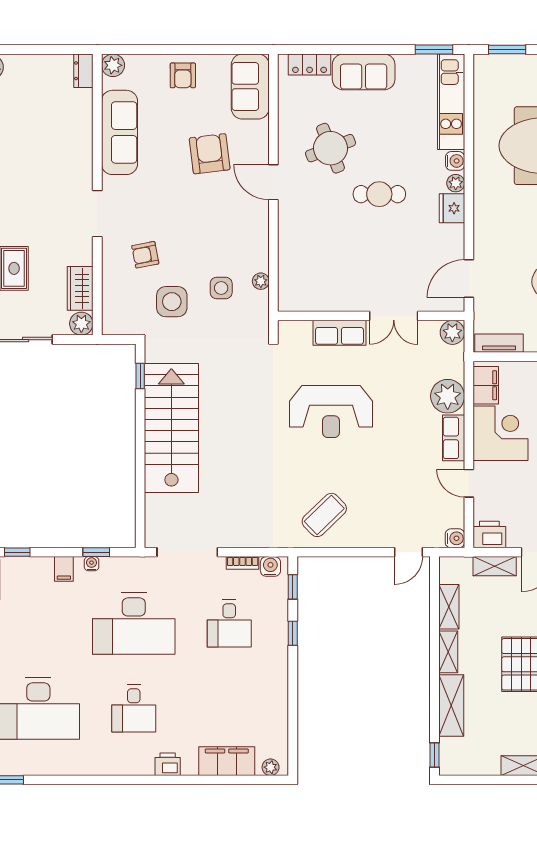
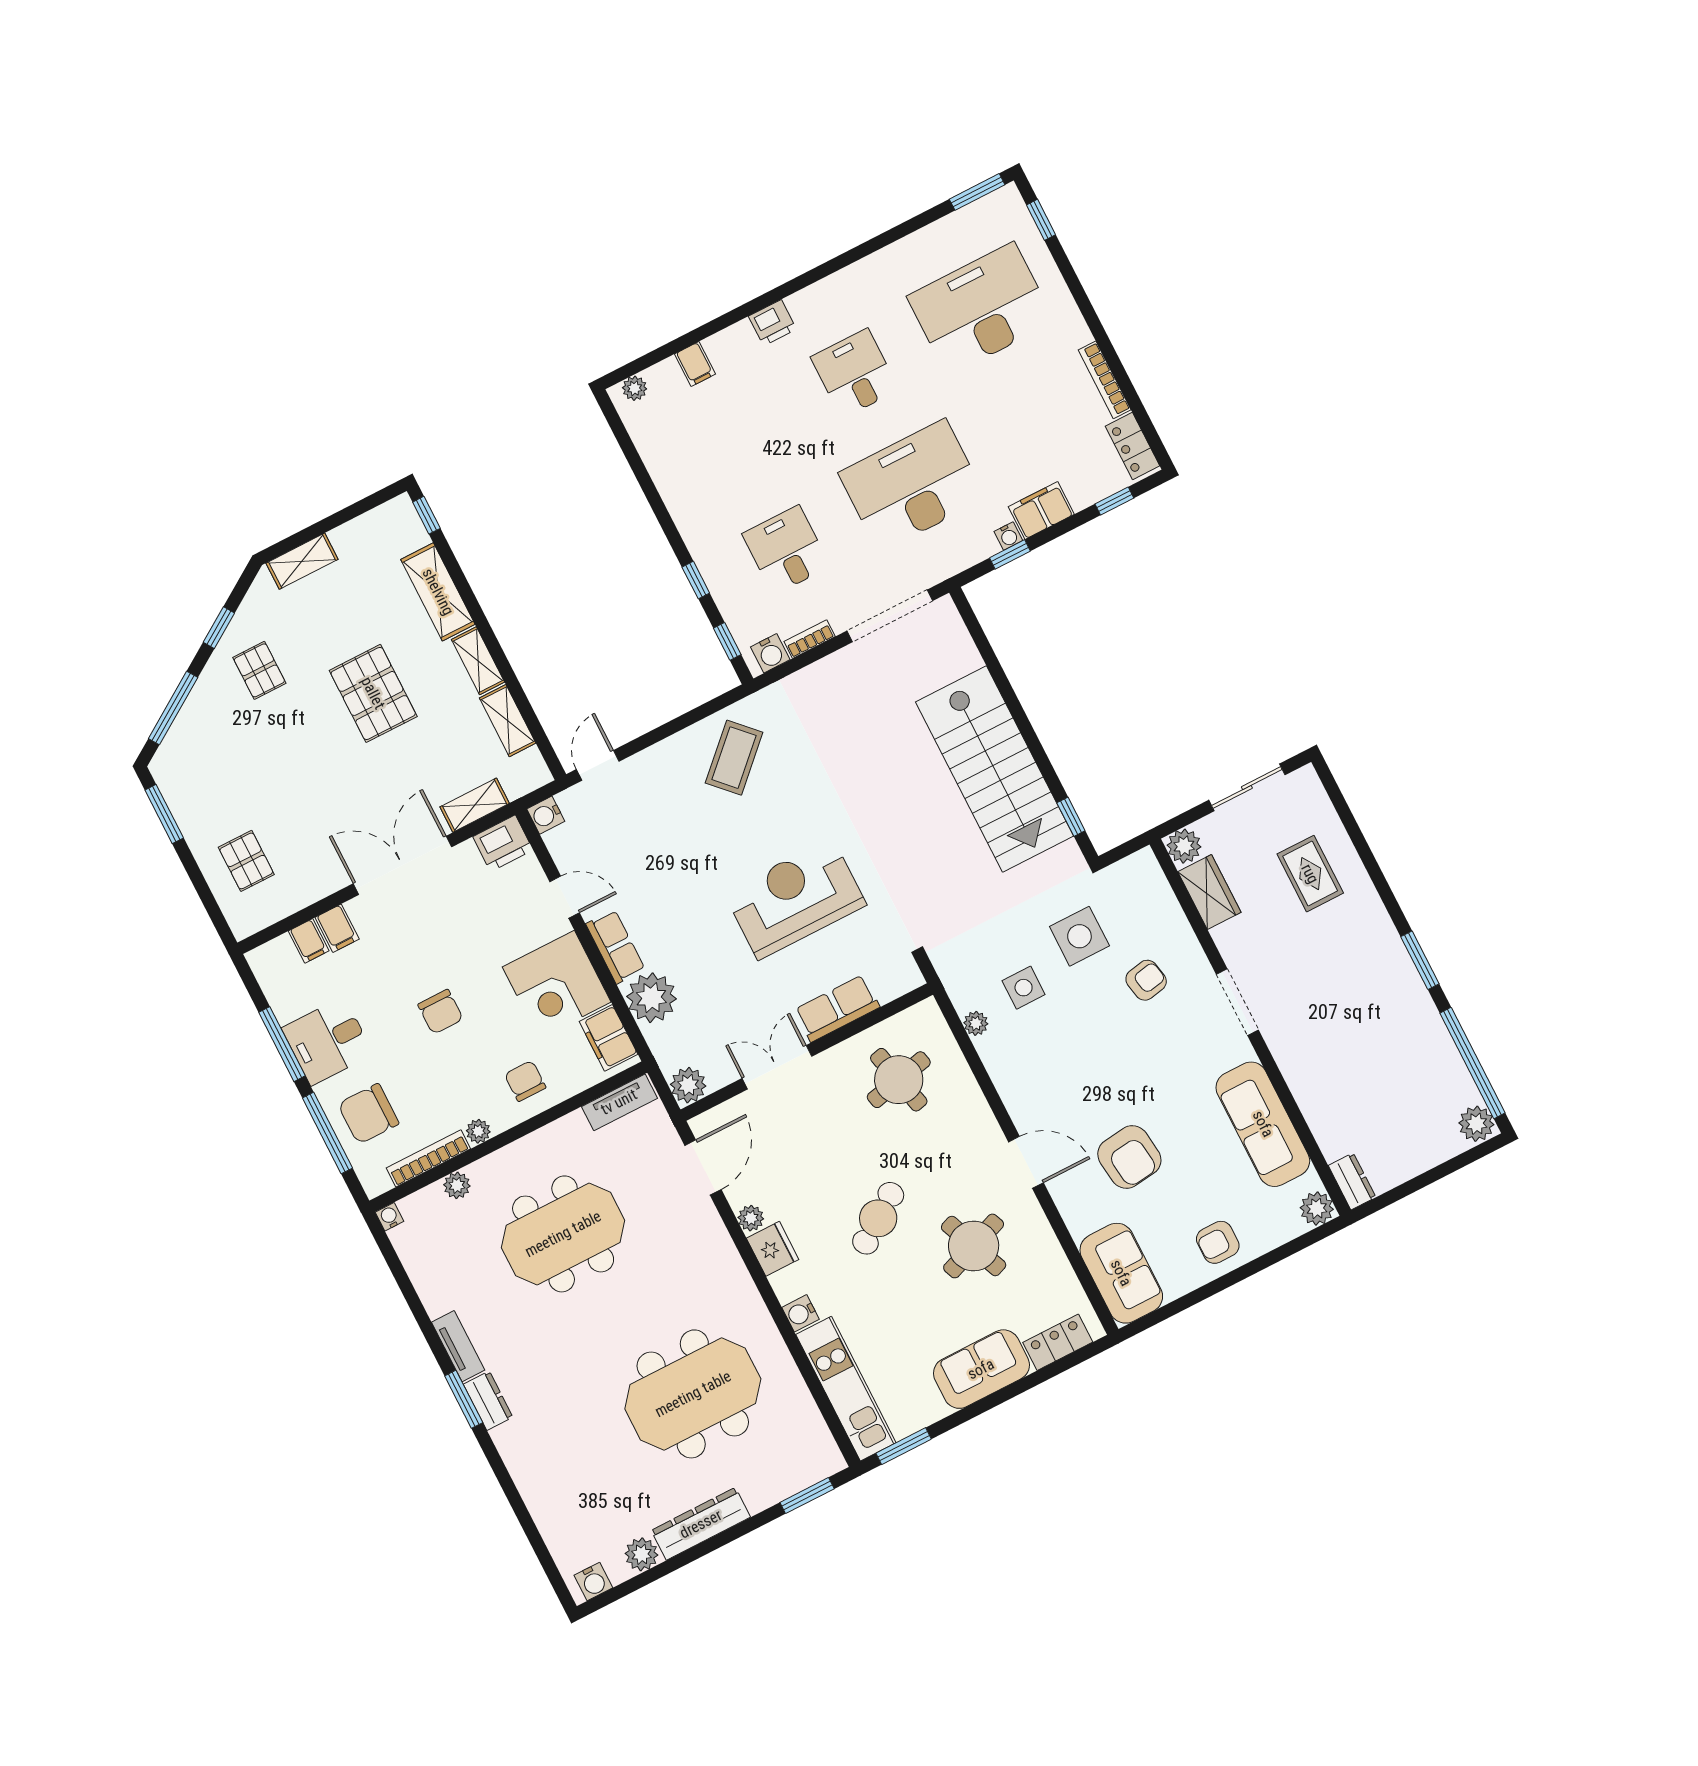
armchair: (183, 75) -> (1218, 1242), turned -90
plant: (456, 183) -> (751, 1218), moved
cafe table: (379, 194) -> (878, 1218), turned -35
round table: (324, 271) -> (899, 1080), added
filing cabinet: (64, 569) -> (1041, 510), width x2.00
filing cabinet: (227, 761) -> (695, 364), width x0.33, depth x0.86

